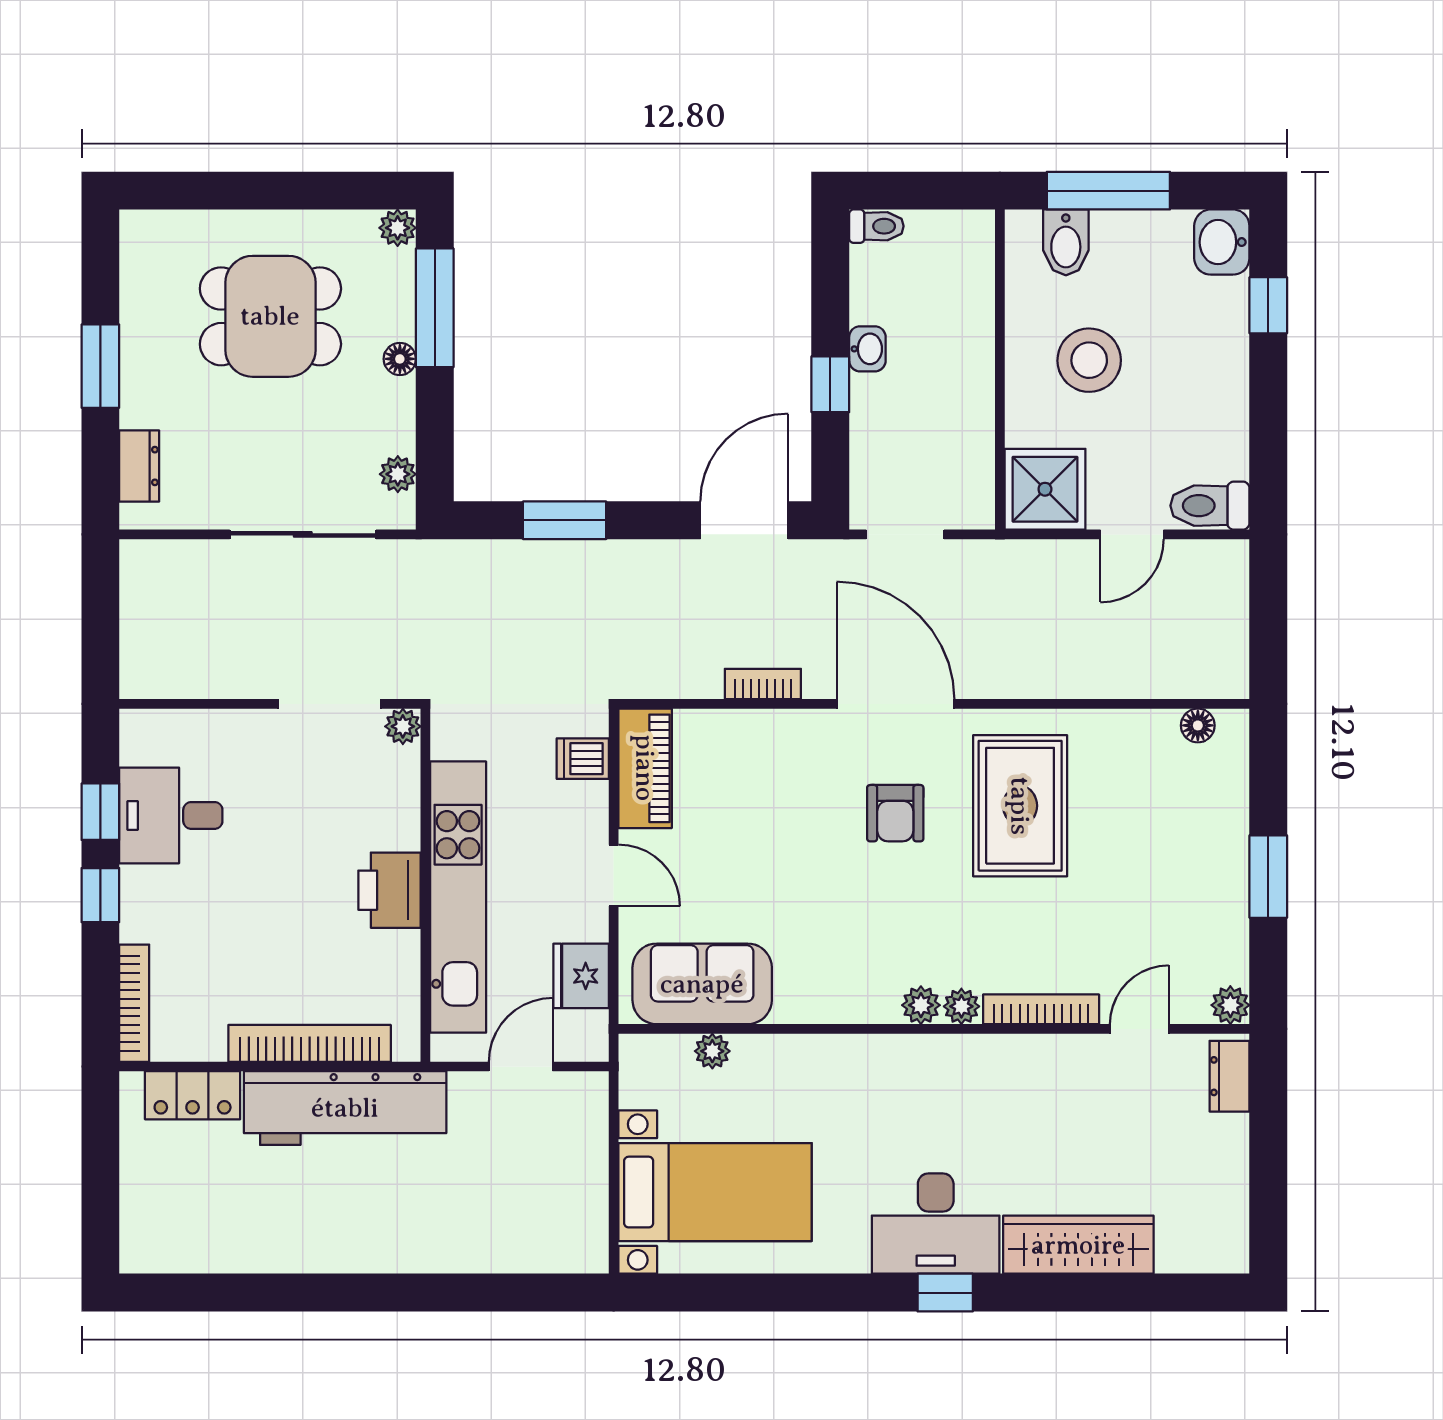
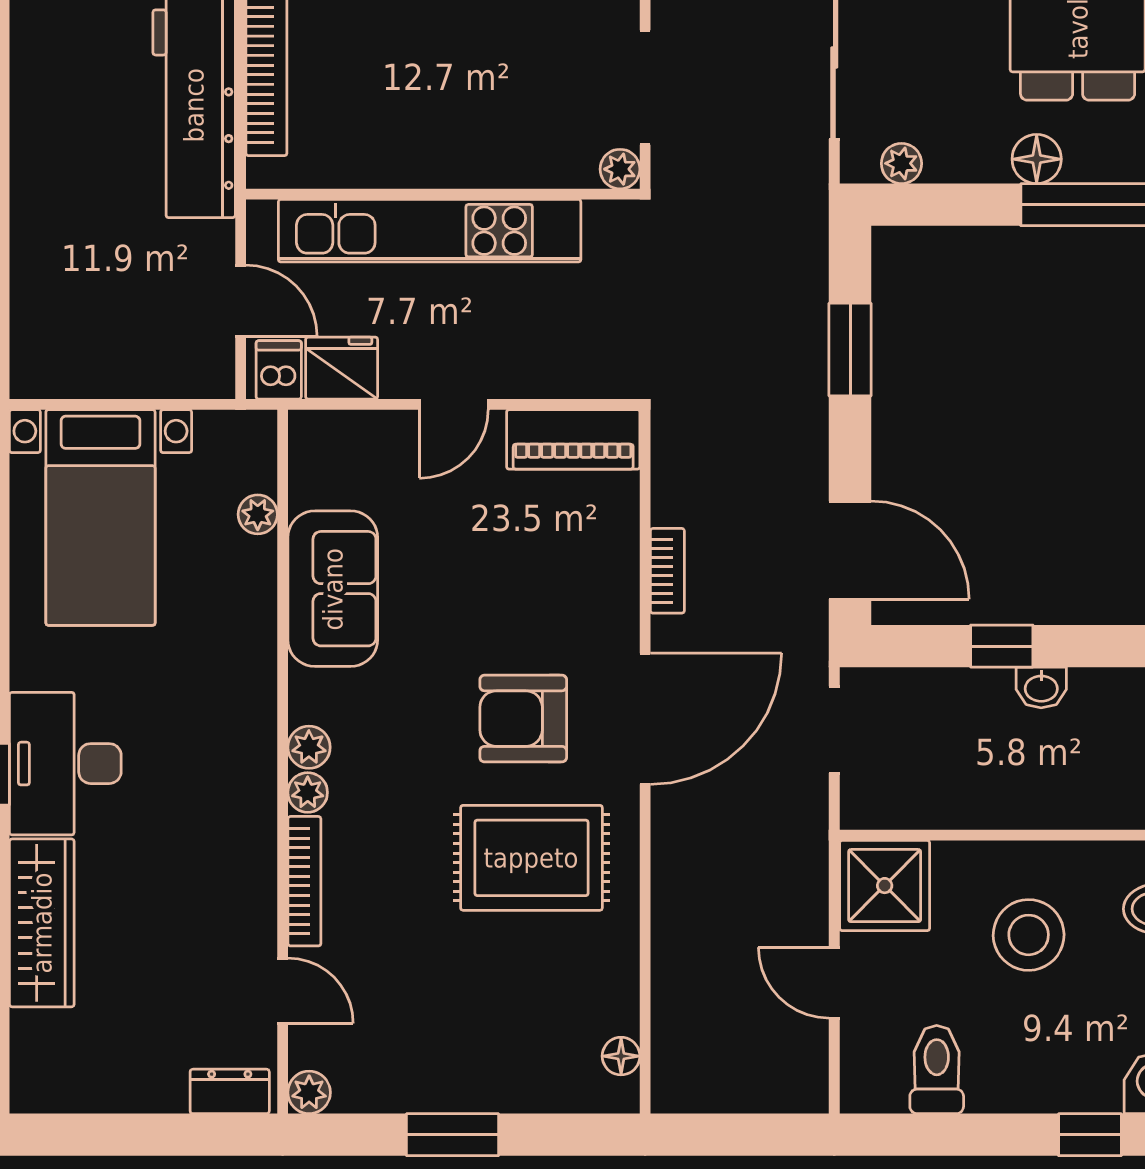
floor lamp: (400, 359) -> (1037, 159), width x1.37, depth x1.37
toilet: (1210, 506) -> (937, 1070), moved
dishwasher: (583, 759) -> (279, 370), moved
armchair: (895, 813) -> (523, 719), width x1.38, depth x1.38
printer: (389, 890) -> (437, 154), removed
sofa: (702, 984) -> (333, 589), moved

